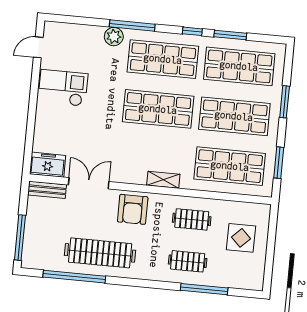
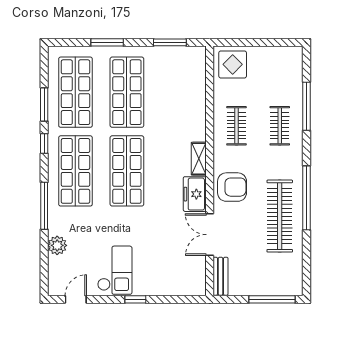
plant: (114, 37) -> (57, 245), moved
door: (38, 47) -> (76, 299), swing flipped
checkout: (63, 88) -> (115, 270), turned 180
window: (33, 105) -> (135, 299), added
freezer: (48, 165) -> (195, 194), moved
shop shelf: (230, 166) -> (178, 92), removed
display table: (241, 238) -> (233, 64), moved
window: (74, 277) -> (306, 198), moved

